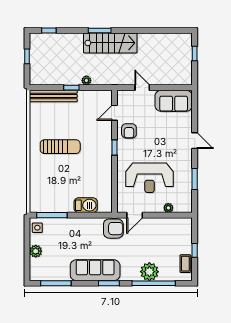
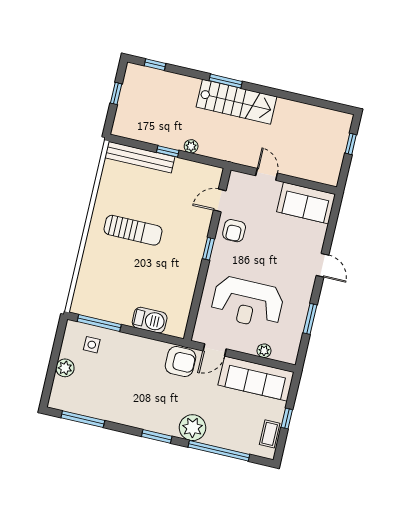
side table: (37, 228) -> (92, 345), moved
sofa: (95, 270) -> (256, 379), moved, turned 180
plant: (149, 272) -> (193, 428), moved

